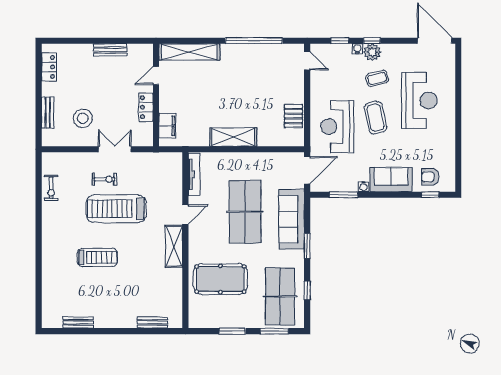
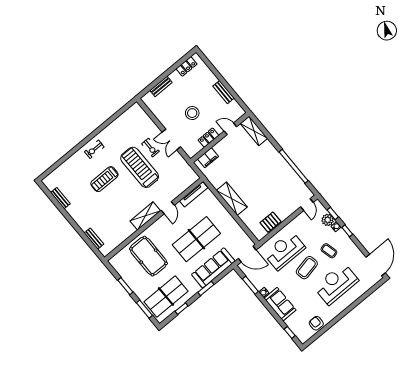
shelving: (189, 52) -> (254, 131), width x0.68
plant: (372, 52) -> (328, 220), moved
reception desk: (419, 100) -> (336, 284), turned 180
stool: (83, 118) -> (192, 113), moved
double door: (115, 149) -> (171, 140), swing flipped
armchair: (430, 177) -> (316, 323), moved
exercise bike: (51, 188) -> (94, 149), moved
door: (185, 214) -> (168, 208), hinge flipped
treadmill: (97, 257) -> (104, 179), turned 90

